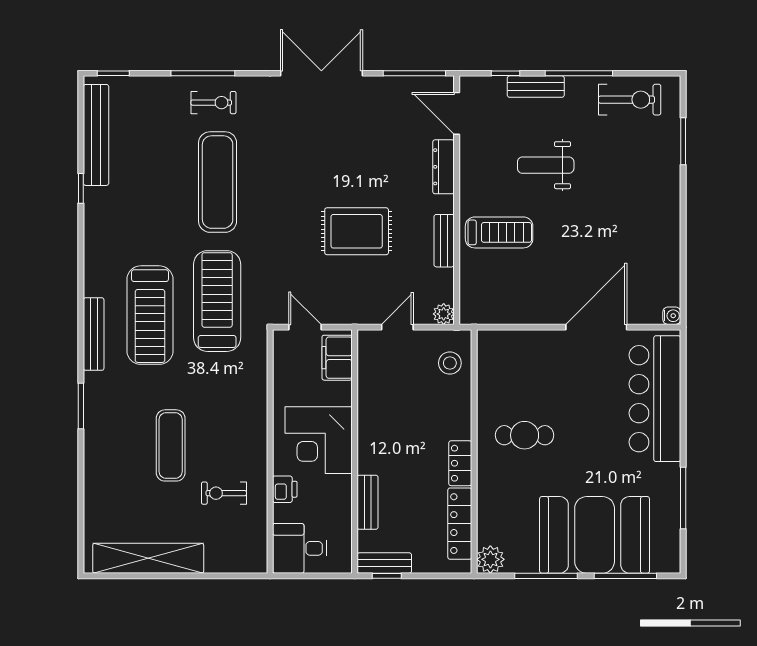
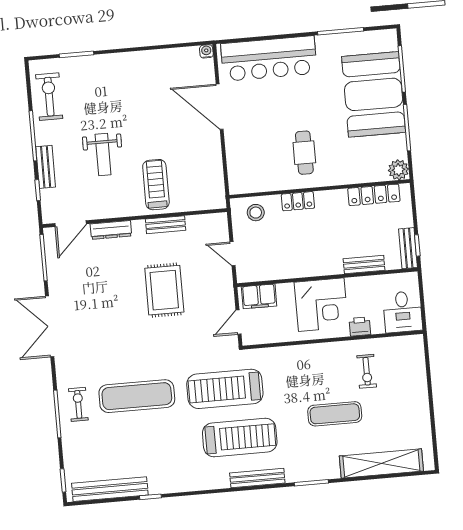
plant: (444, 314) -> (220, 220), removed
locker: (460, 463) -> (298, 201), moved
shelving: (148, 558) -> (381, 463), moved, turned 90

